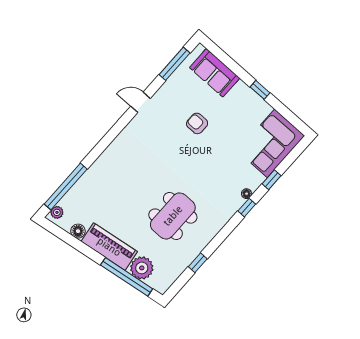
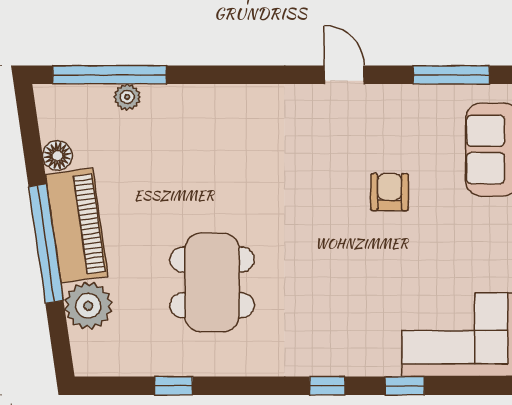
floor lamp: (247, 194) -> (349, 366), removed
plant: (57, 212) -> (127, 97), moved
dining table: (173, 216) -> (212, 282), turned 90
window: (127, 277) -> (46, 244), moved

